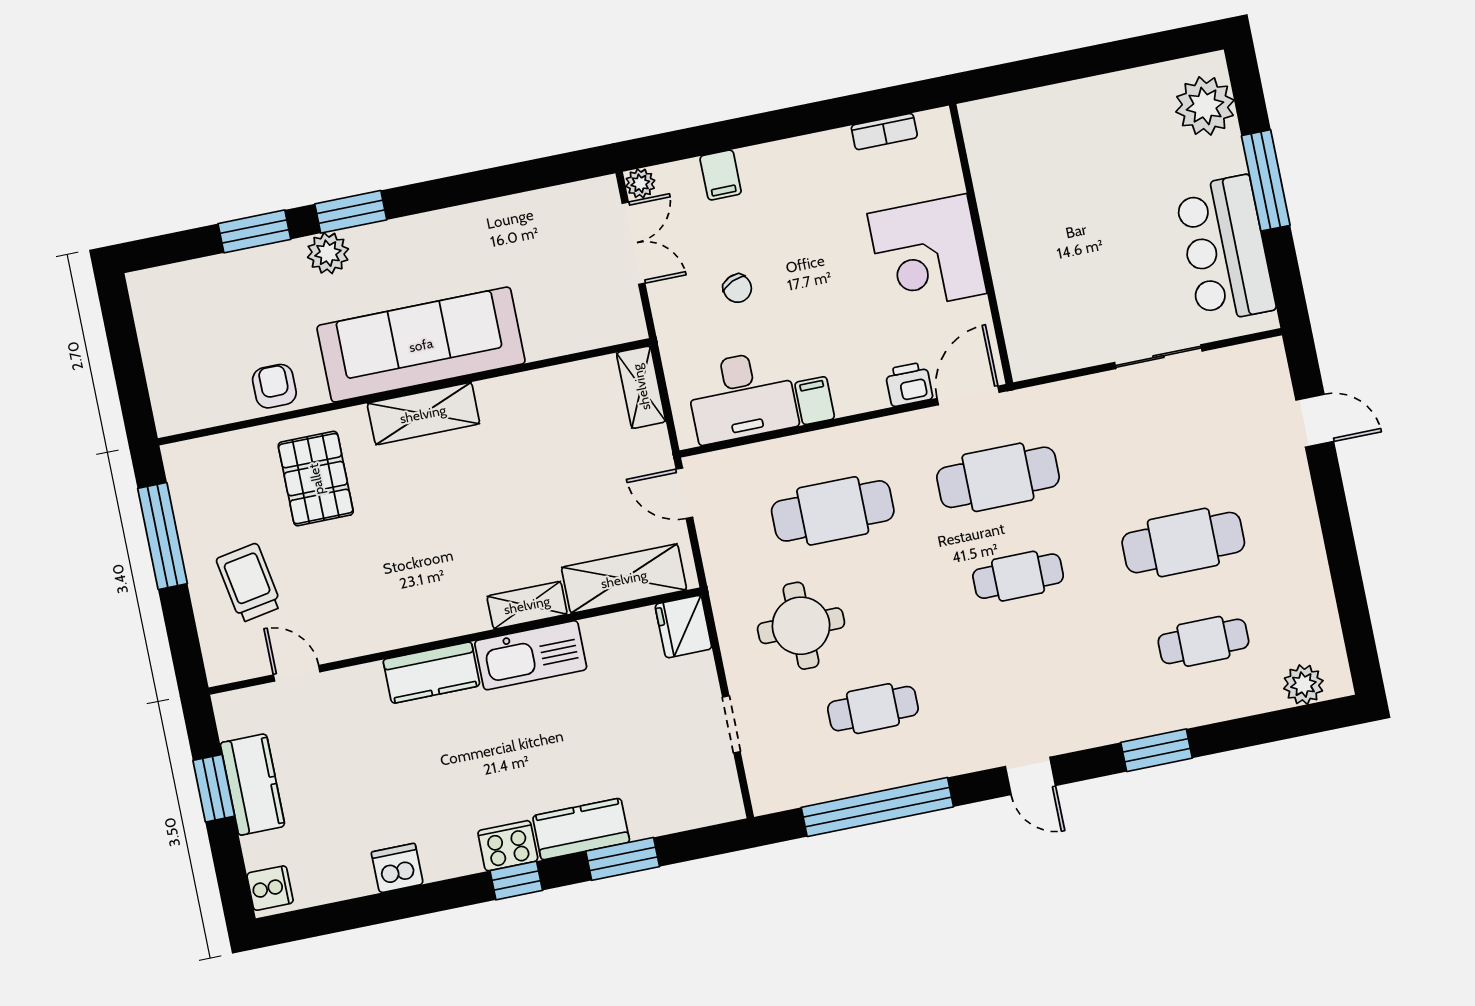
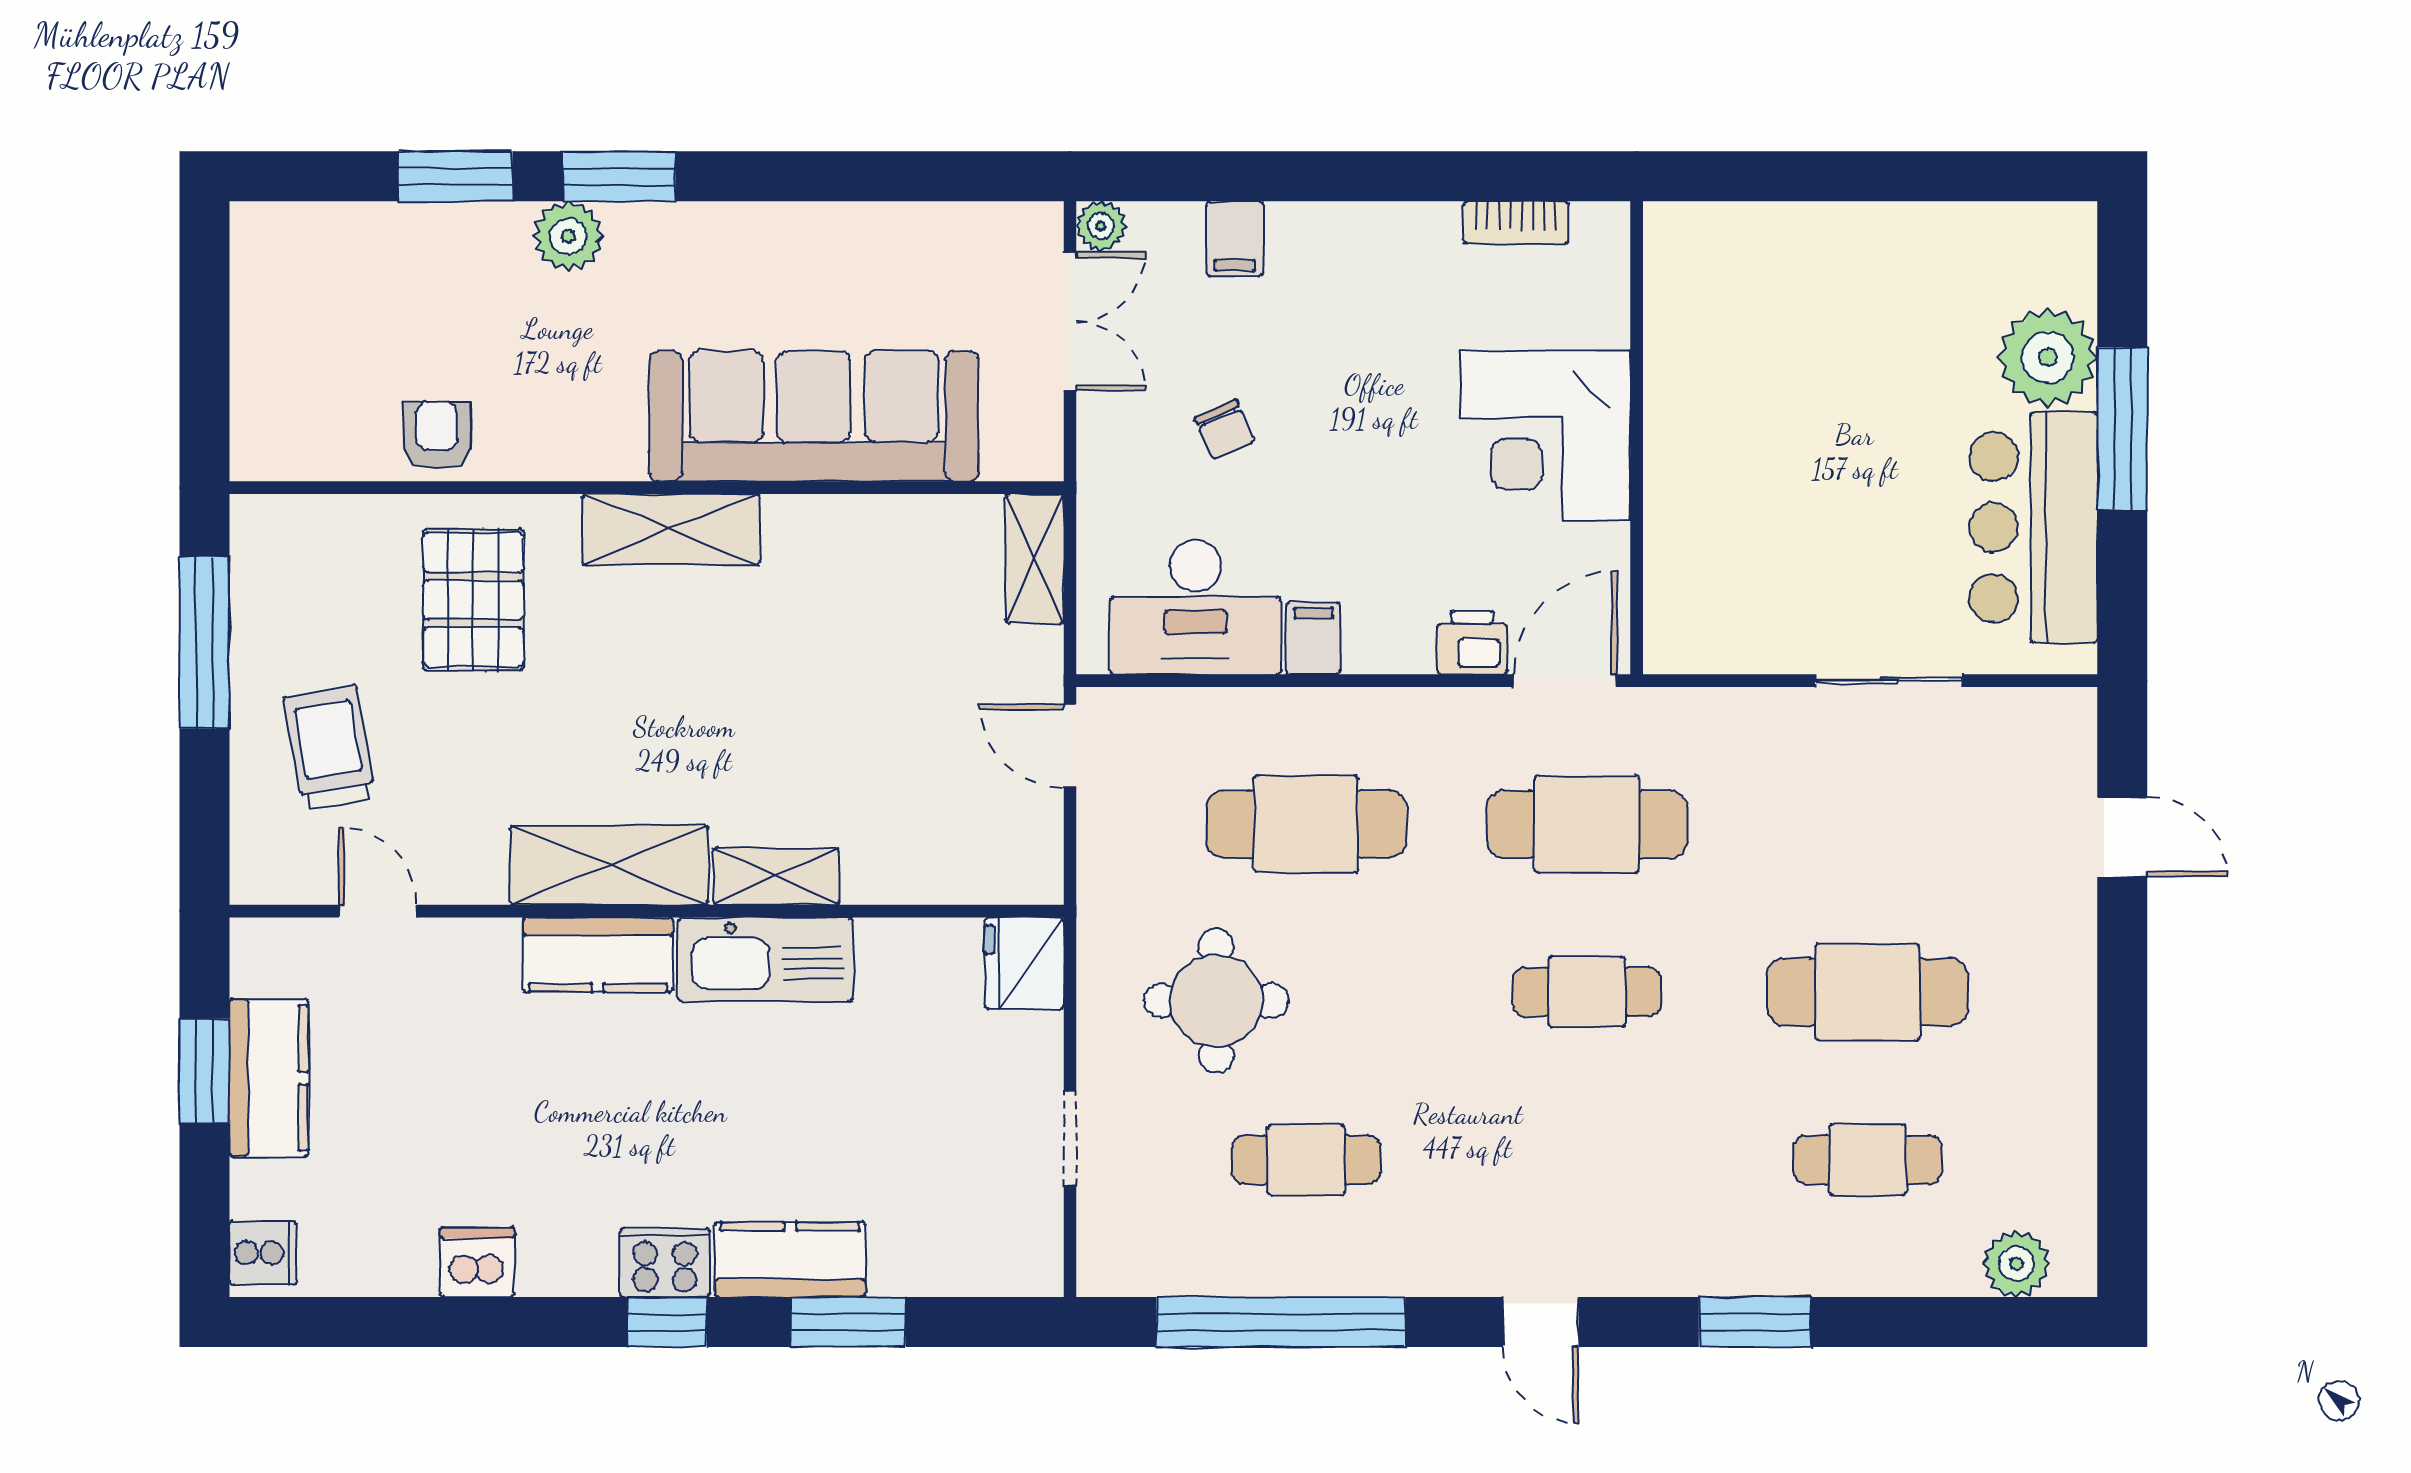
plant: (1205, 106) -> (2048, 357), moved
sofa: (421, 345) -> (814, 416), moved
shelving: (624, 579) -> (609, 865), moved

